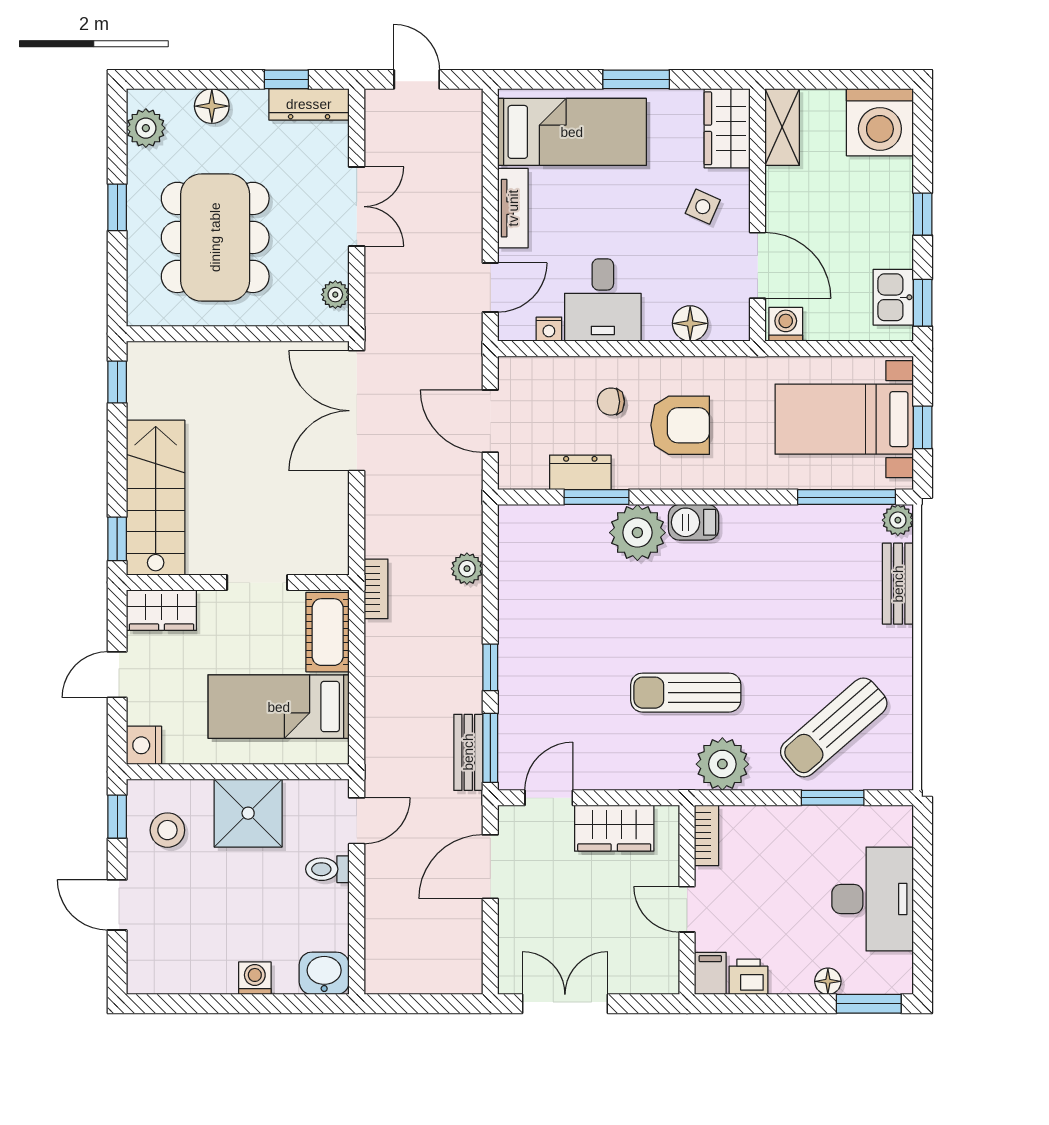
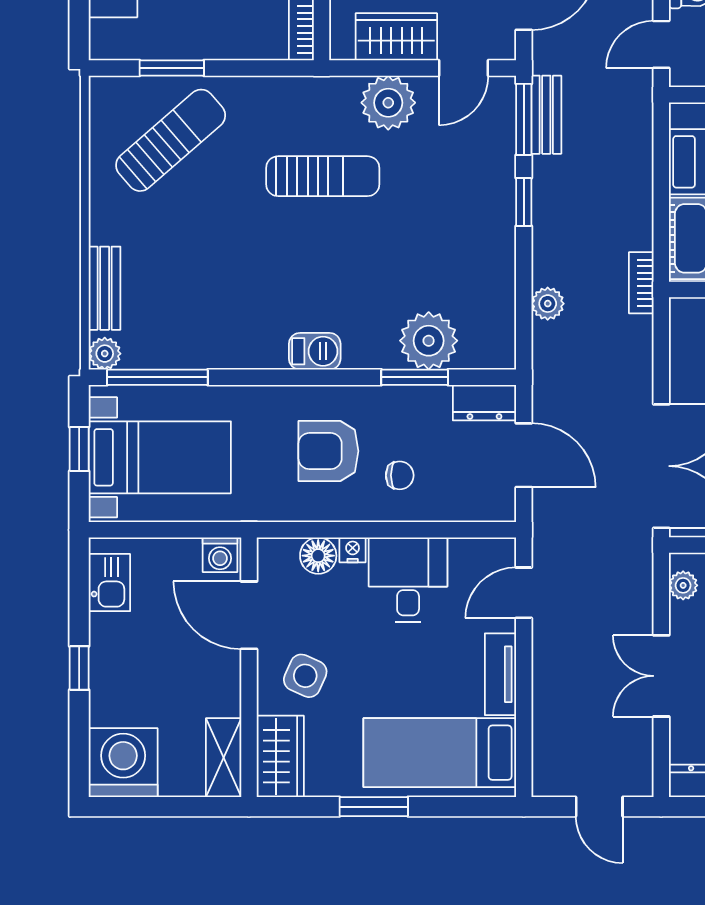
side table: (703, 207) -> (305, 676), width x1.37, depth x1.37
window: (923, 303) -> (79, 577), removed
nightstand: (549, 329) -> (353, 550), moved
dresser: (580, 472) -> (484, 403), moved
plant: (637, 533) -> (429, 341), moved
plant: (722, 764) -> (388, 103), moved

